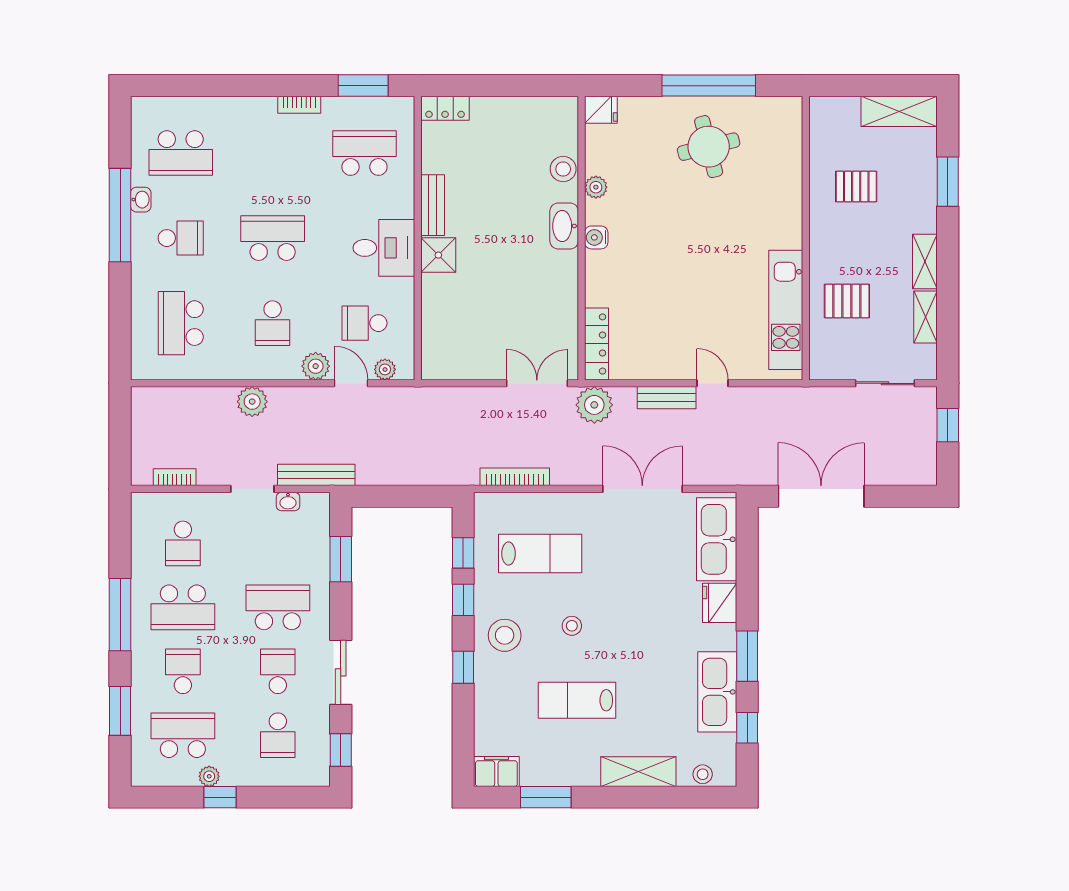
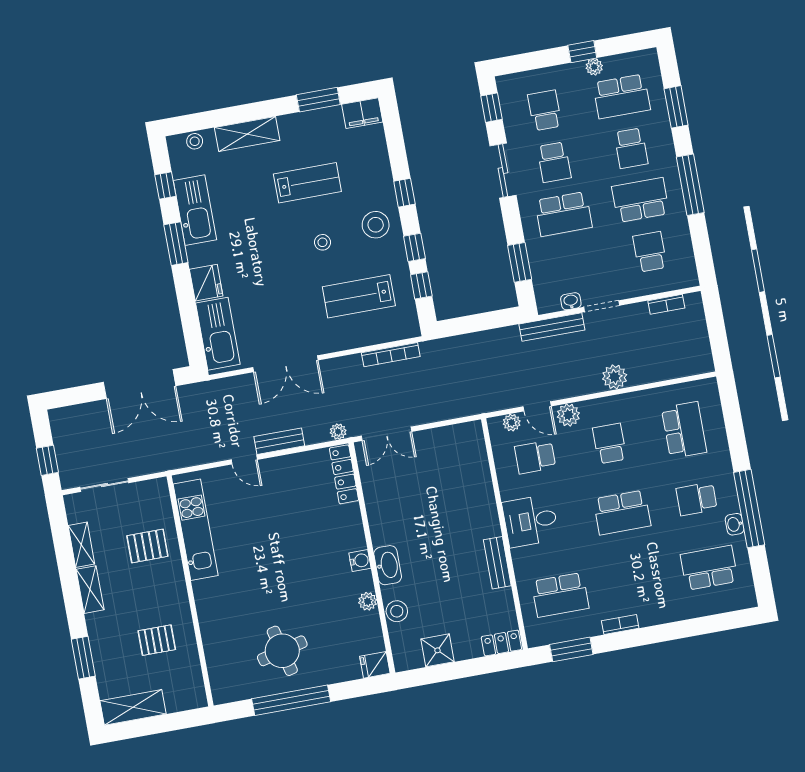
shower: (438, 255) -> (437, 650), moved
school desk: (364, 323) -> (535, 457), turned 180
plant: (594, 405) -> (338, 432), width x0.53, depth x0.53

